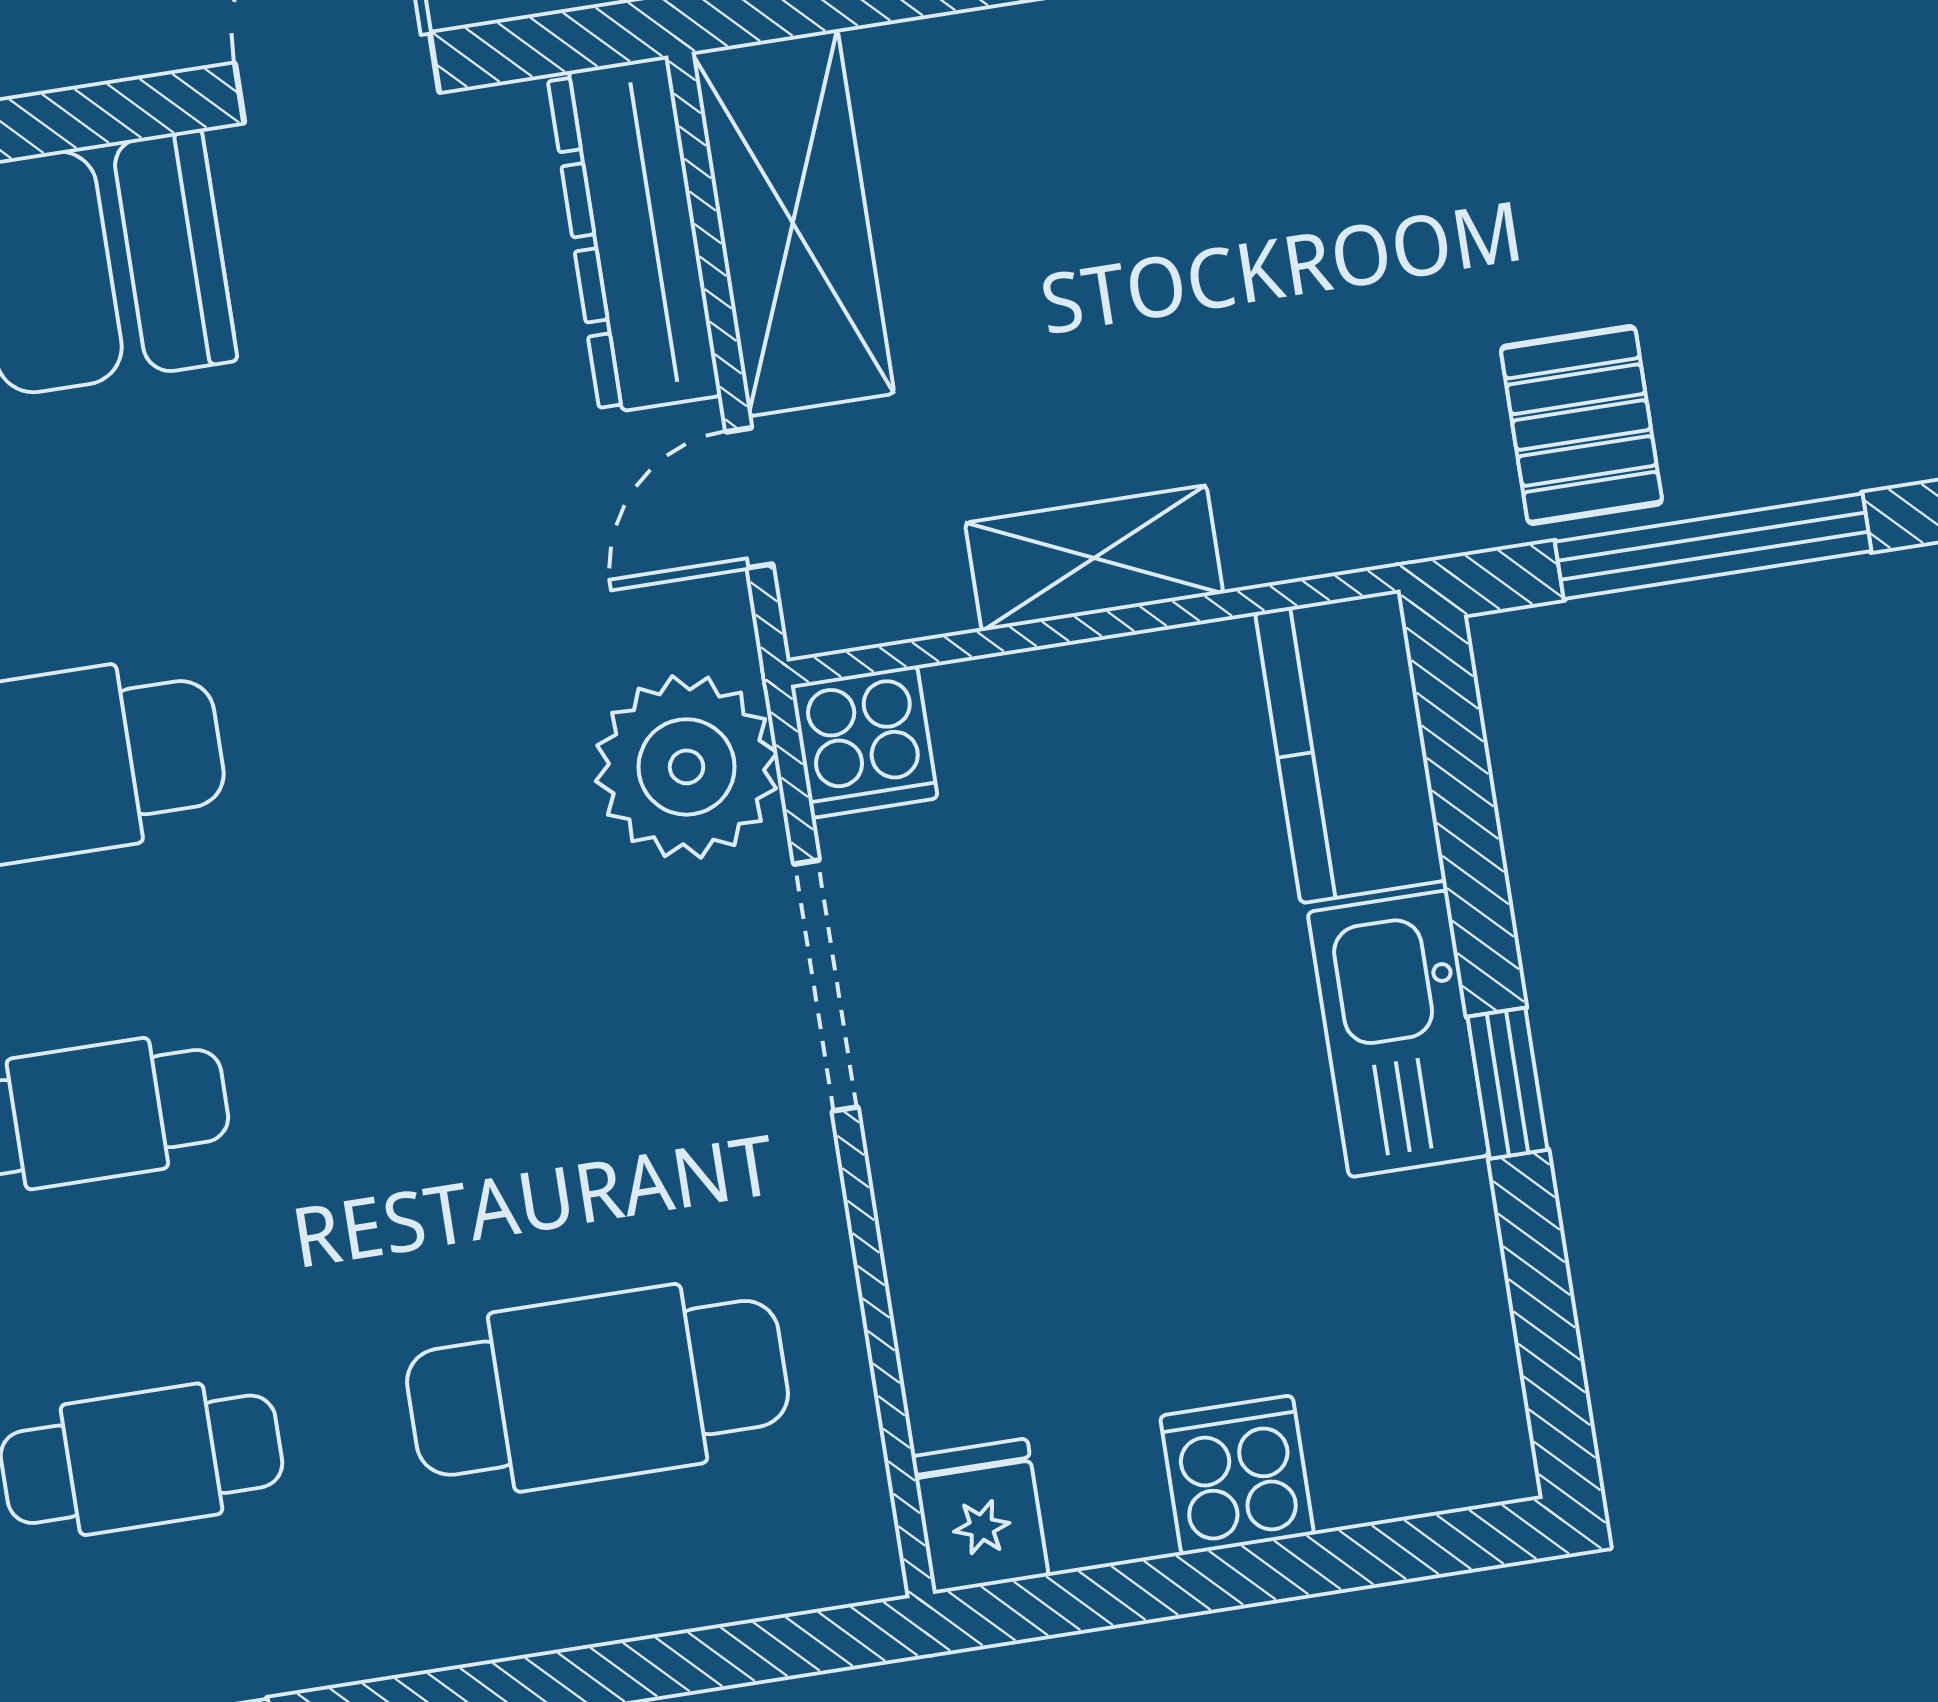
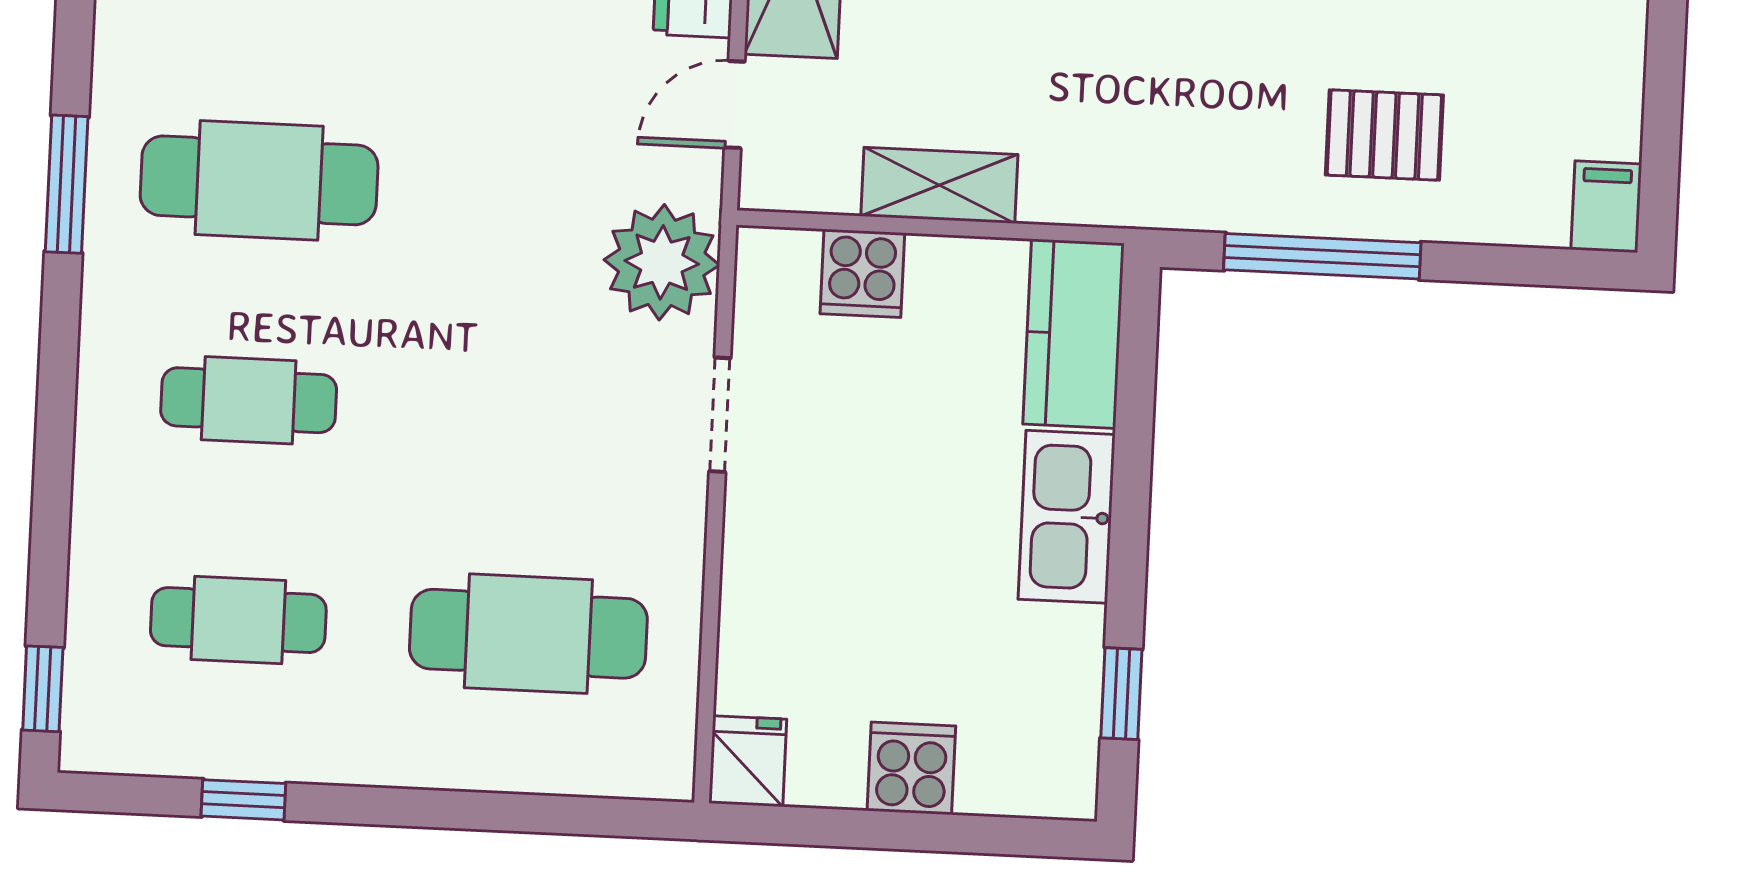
pallet: (1581, 425) -> (1384, 135), moved, turned 90
cooker: (864, 742) -> (862, 273), moved
doorway: (826, 986) -> (720, 415), width x0.73
window: (1507, 1083) -> (1121, 694), moved

